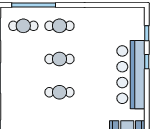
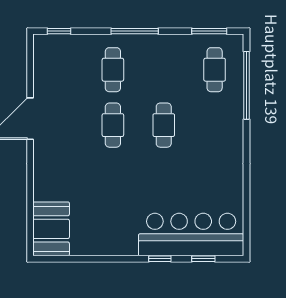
cafe table: (59, 26) -> (113, 70), moved
bar counter: (131, 75) -> (191, 235), moved

